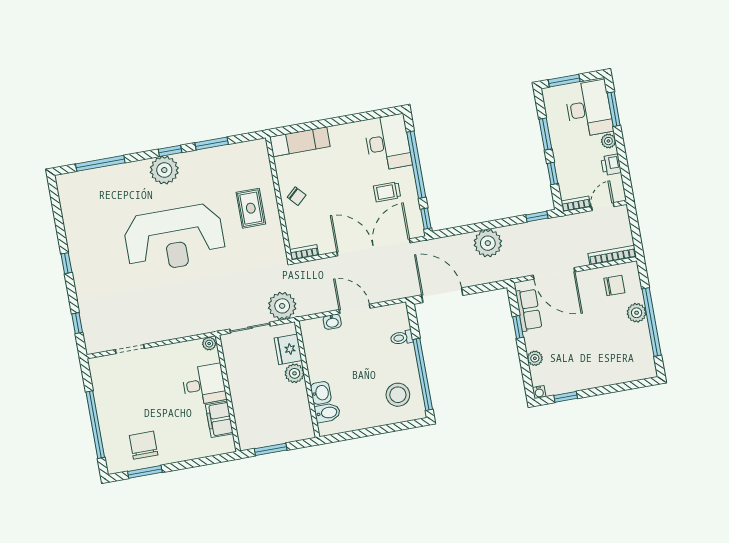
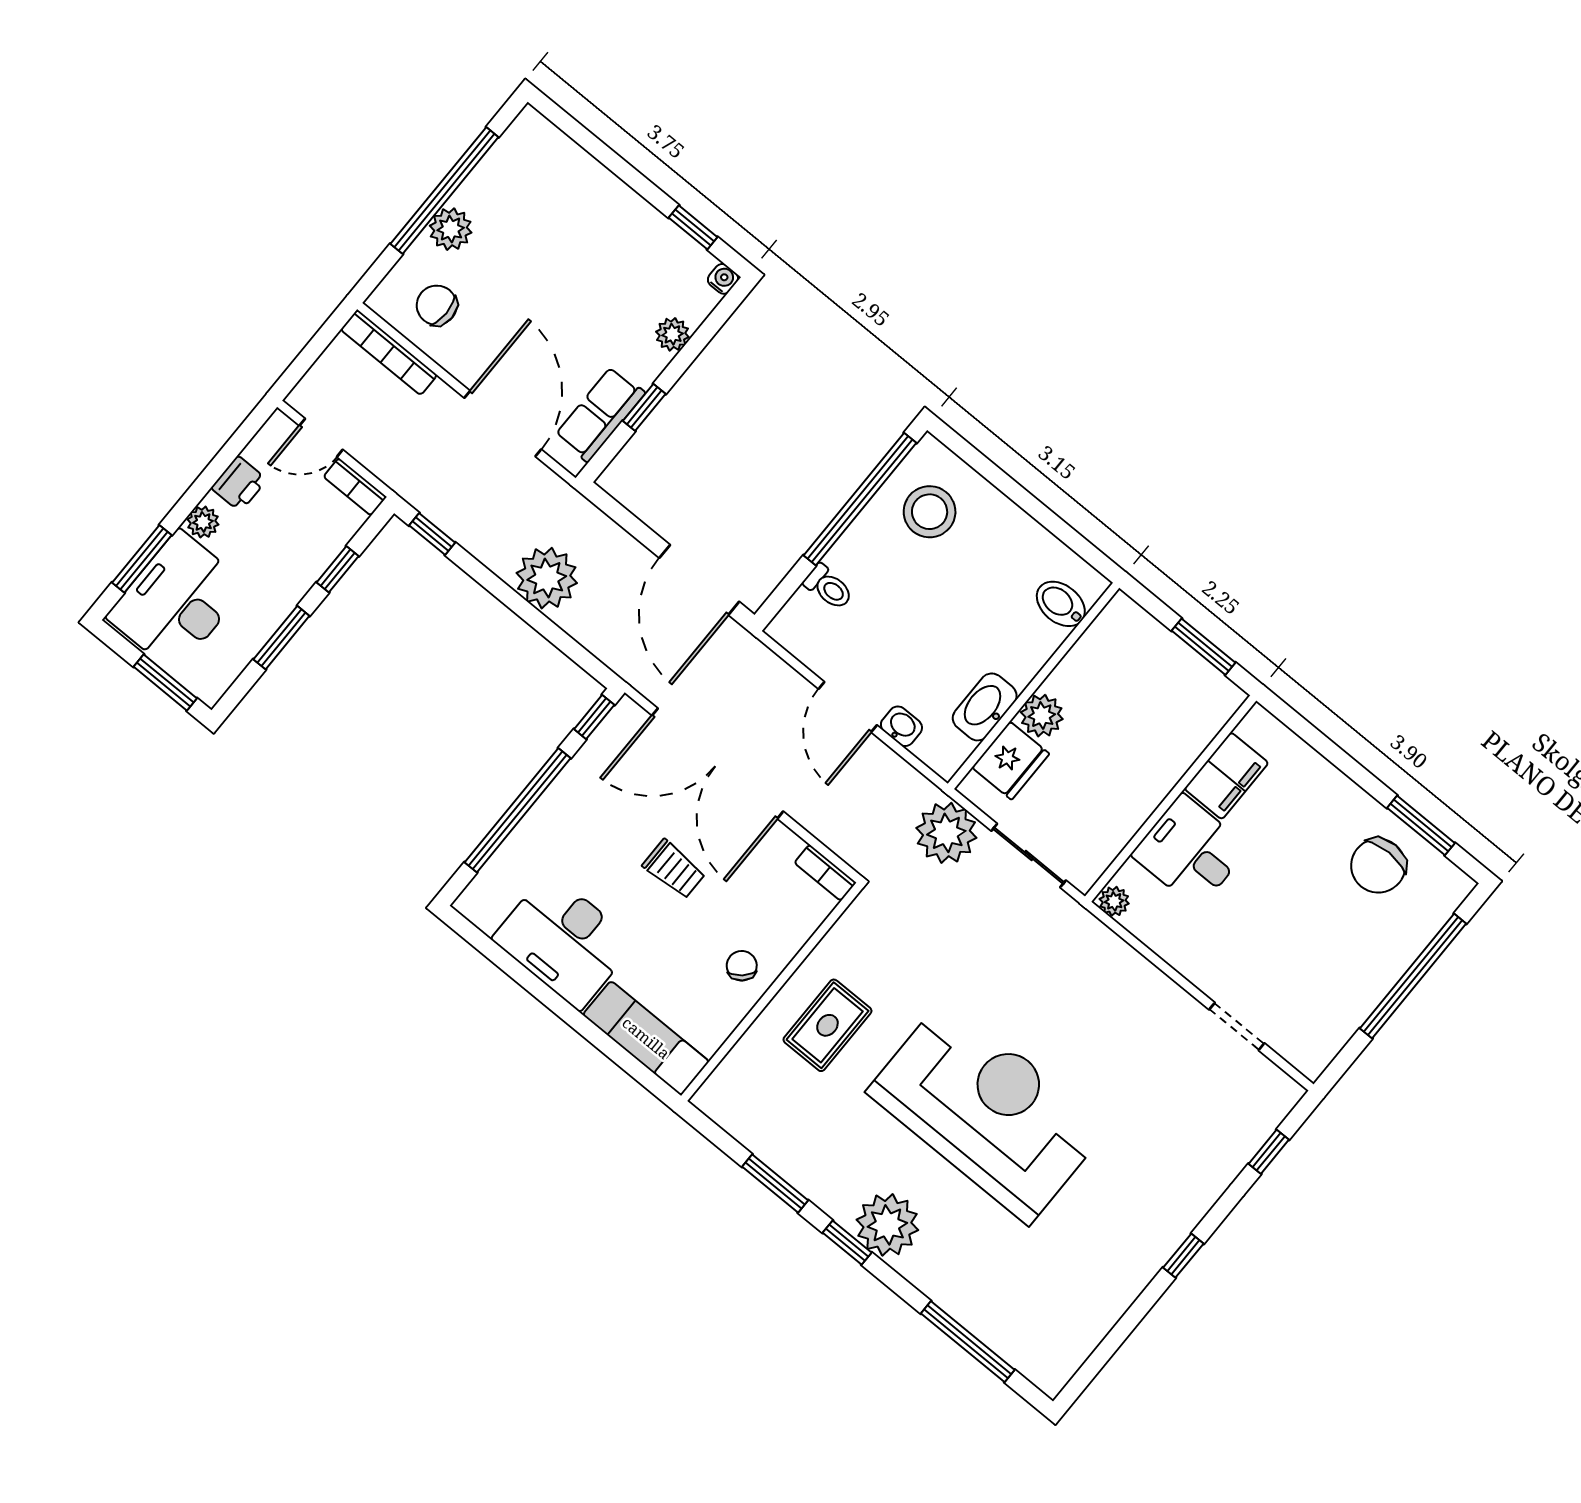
desk: (388, 143) -> (564, 941), moved, turned -90
trolley: (387, 192) -> (674, 869), moved
washbasin: (321, 393) -> (985, 707), moved, width x1.38

